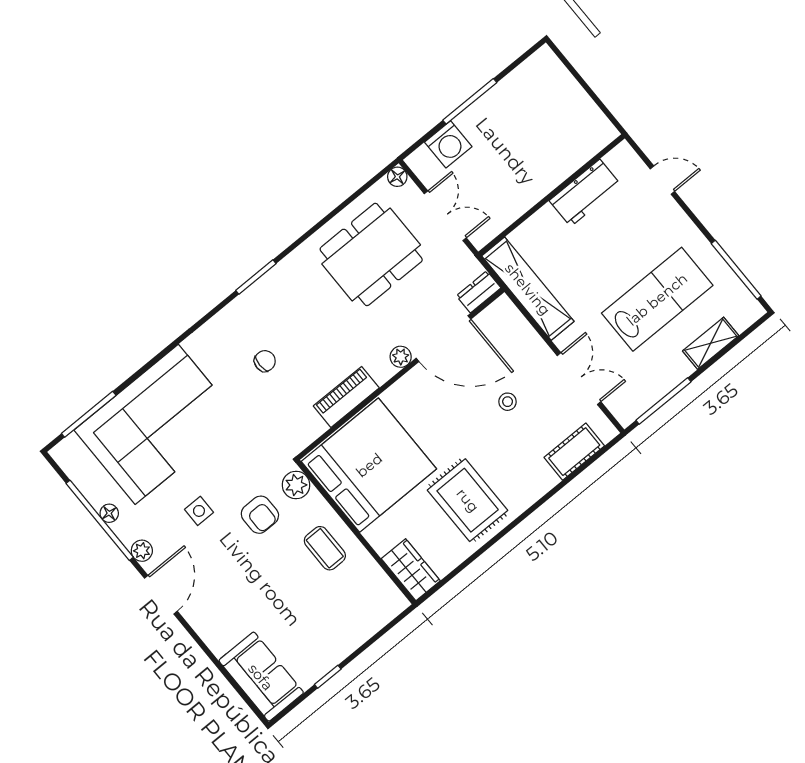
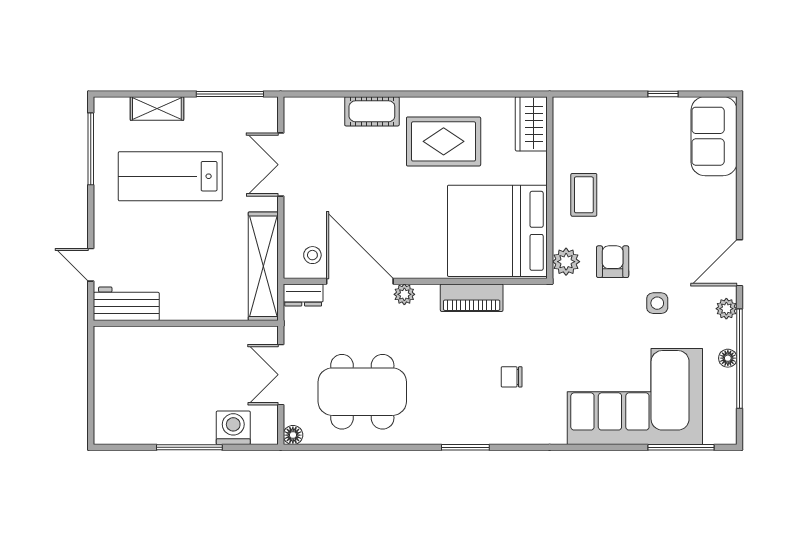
workbench: (585, 193) -> (126, 304), moved
stool: (508, 402) -> (312, 255), moved
cot: (574, 452) -> (372, 111), moved
rug: (468, 500) -> (444, 141), turned 90

